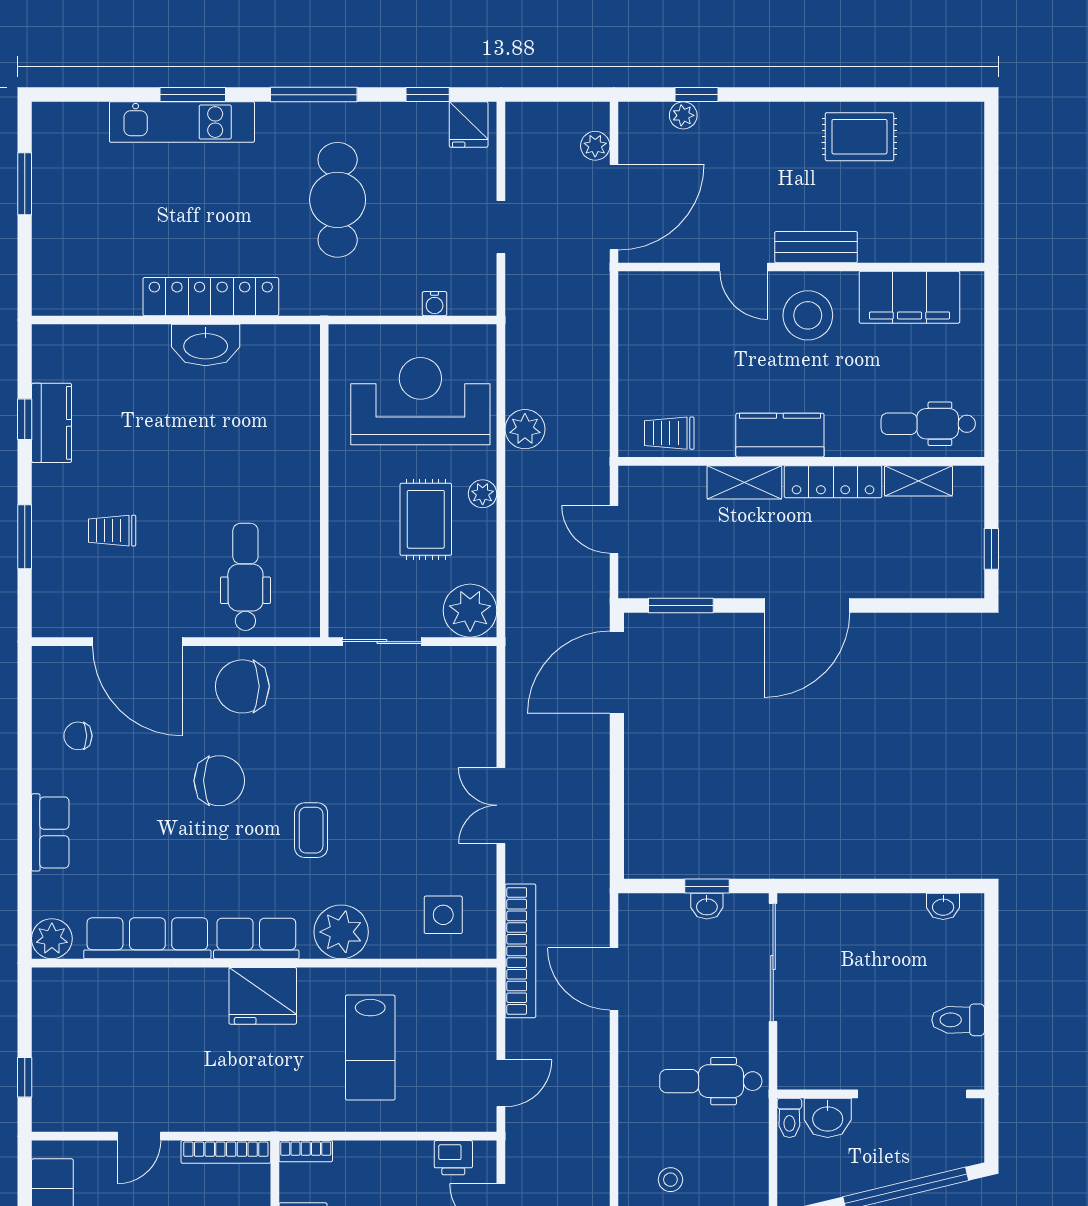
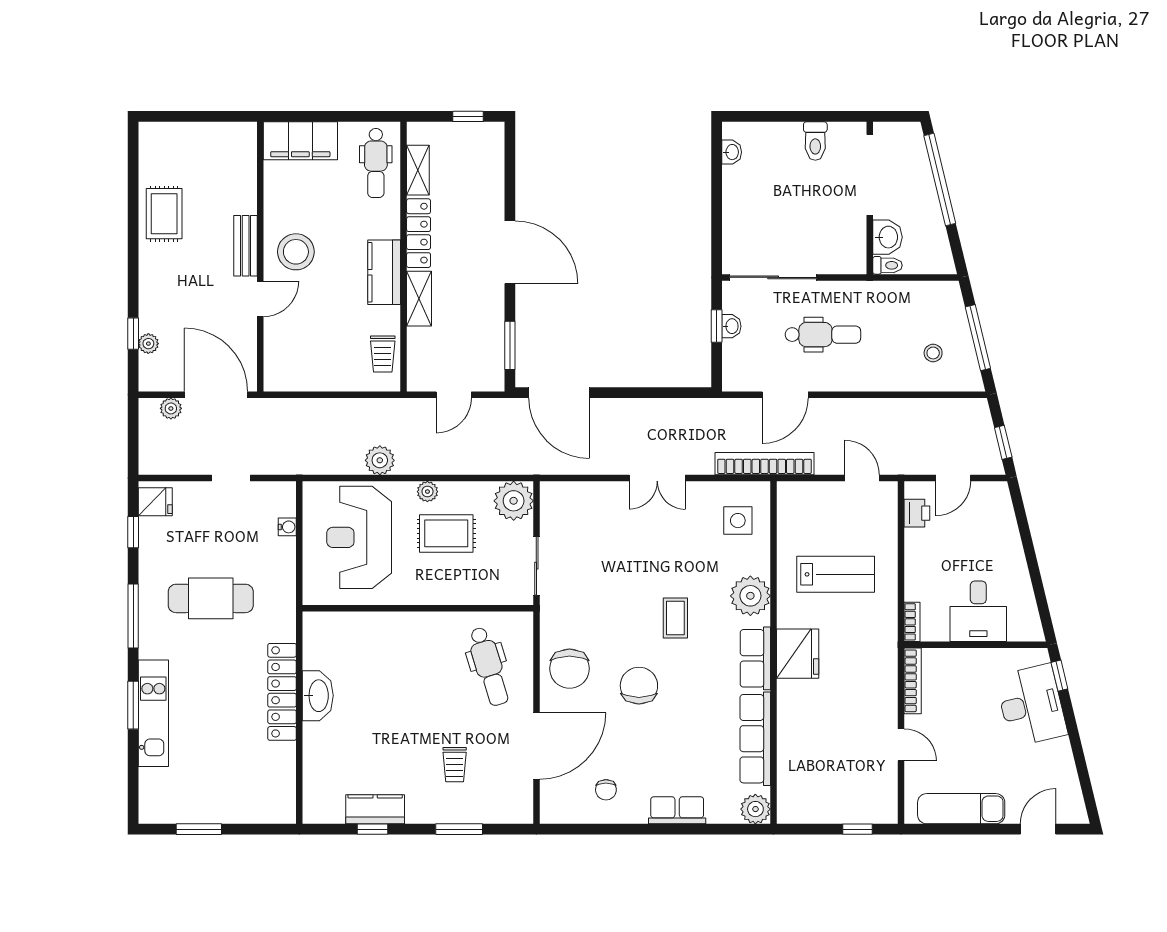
filing cabinet: (909, 297) -> (300, 141), moved, turned 90
dental chair: (245, 577) -> (489, 666), turned -107
coffee table: (311, 830) -> (675, 618), turned 90
dental chair: (711, 1081) -> (823, 335), moved, turned -90

